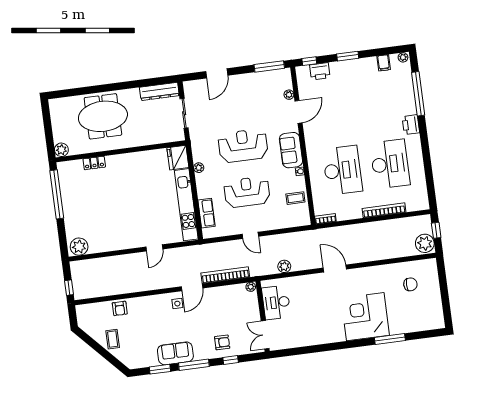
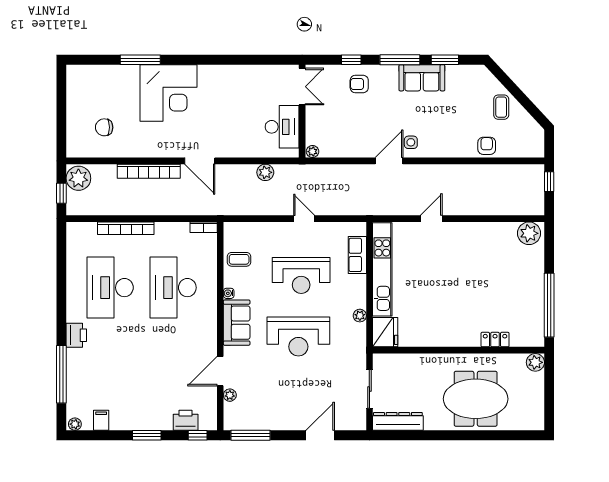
bookcase: (225, 275) -> (149, 171), moved

